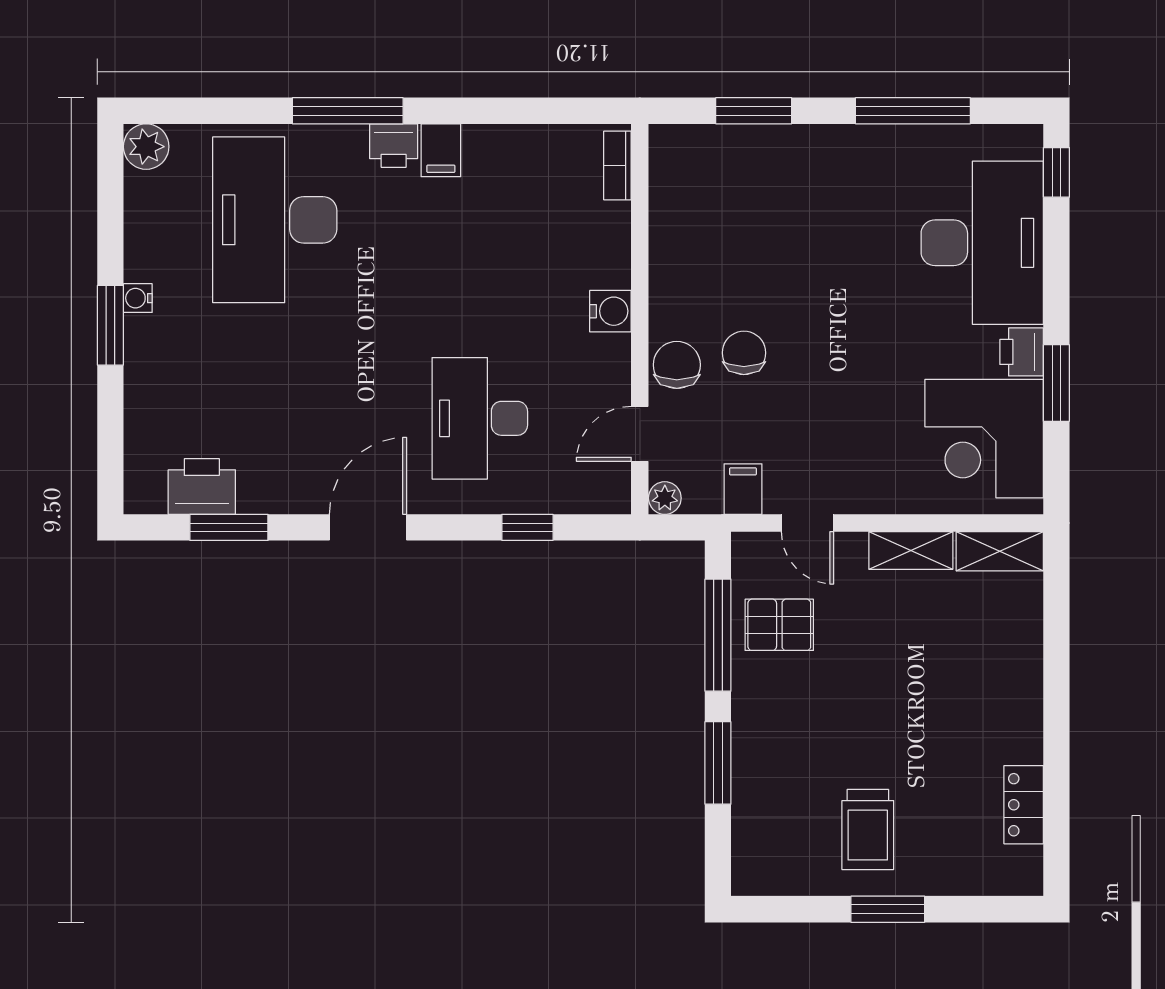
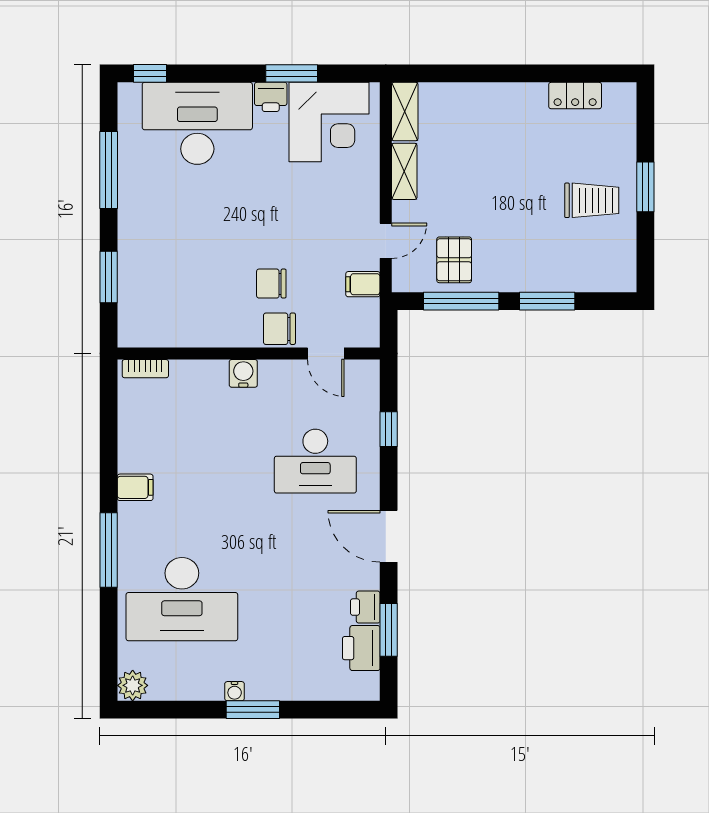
printer: (394, 146) -> (365, 607), moved, turned 180
plant: (665, 498) -> (369, 337), removed

